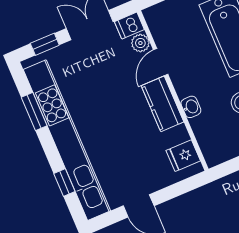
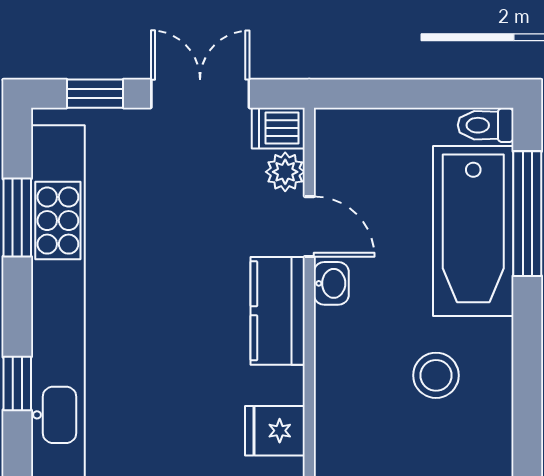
door: (161, 62) -> (309, 227), swing flipped
washbasin: (191, 107) -> (331, 283), moved

